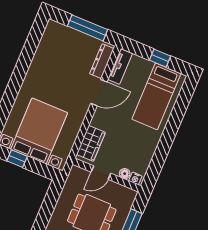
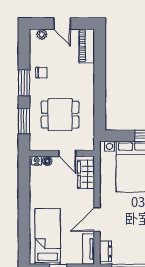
dresser: (102, 61) -> (106, 251), width x0.70
door: (101, 173) -> (67, 153), swing flipped

